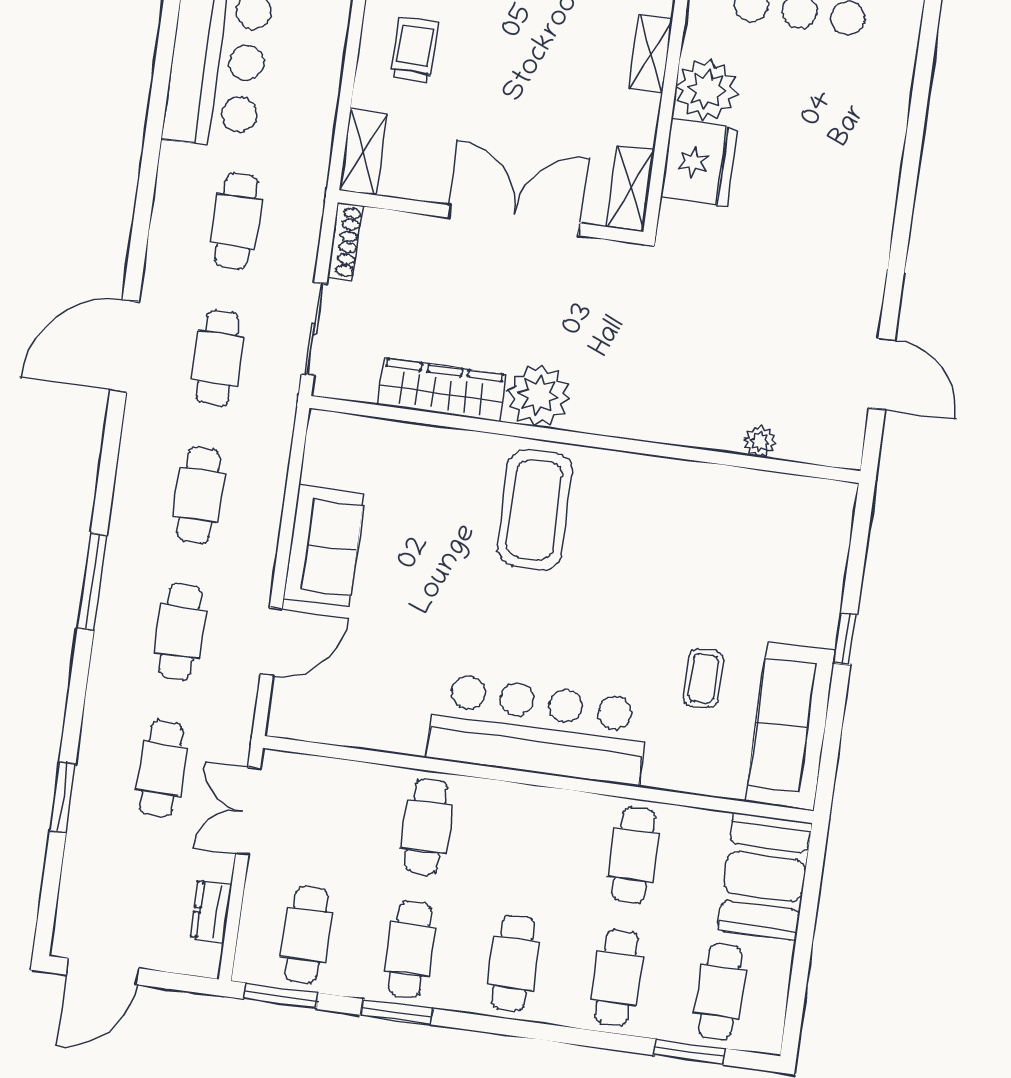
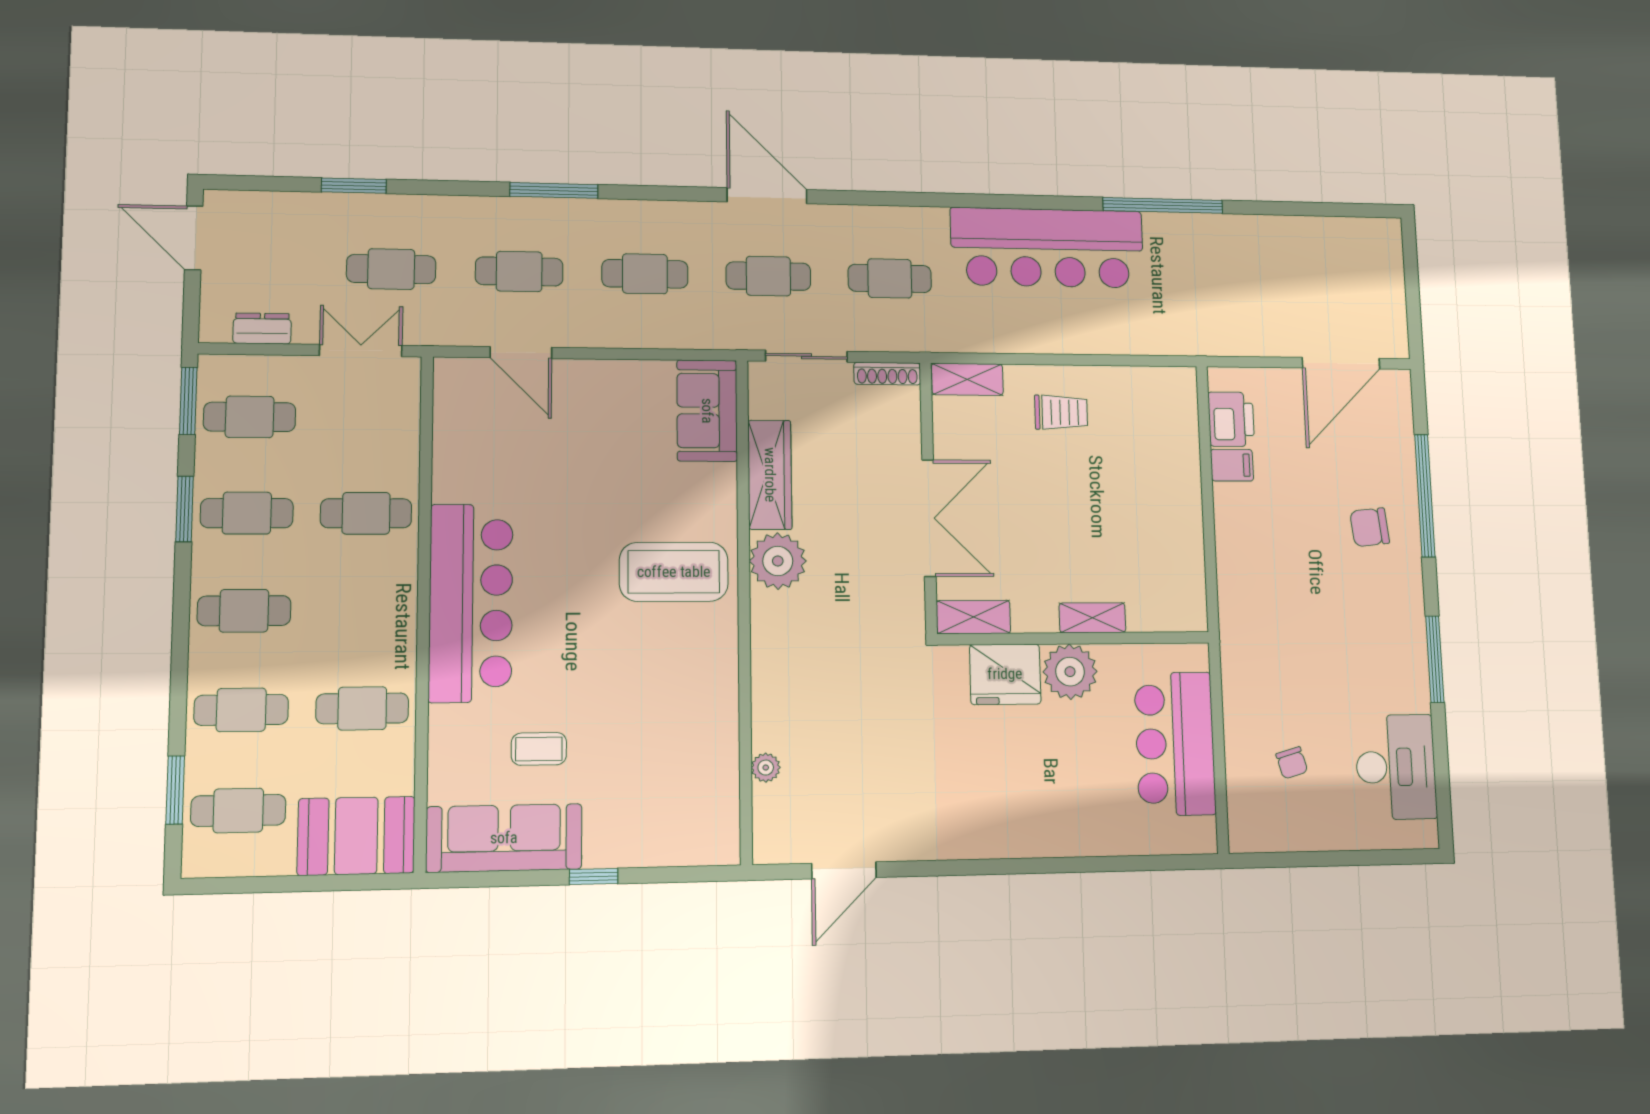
sofa: (324, 546) -> (707, 411), moved, turned 90

